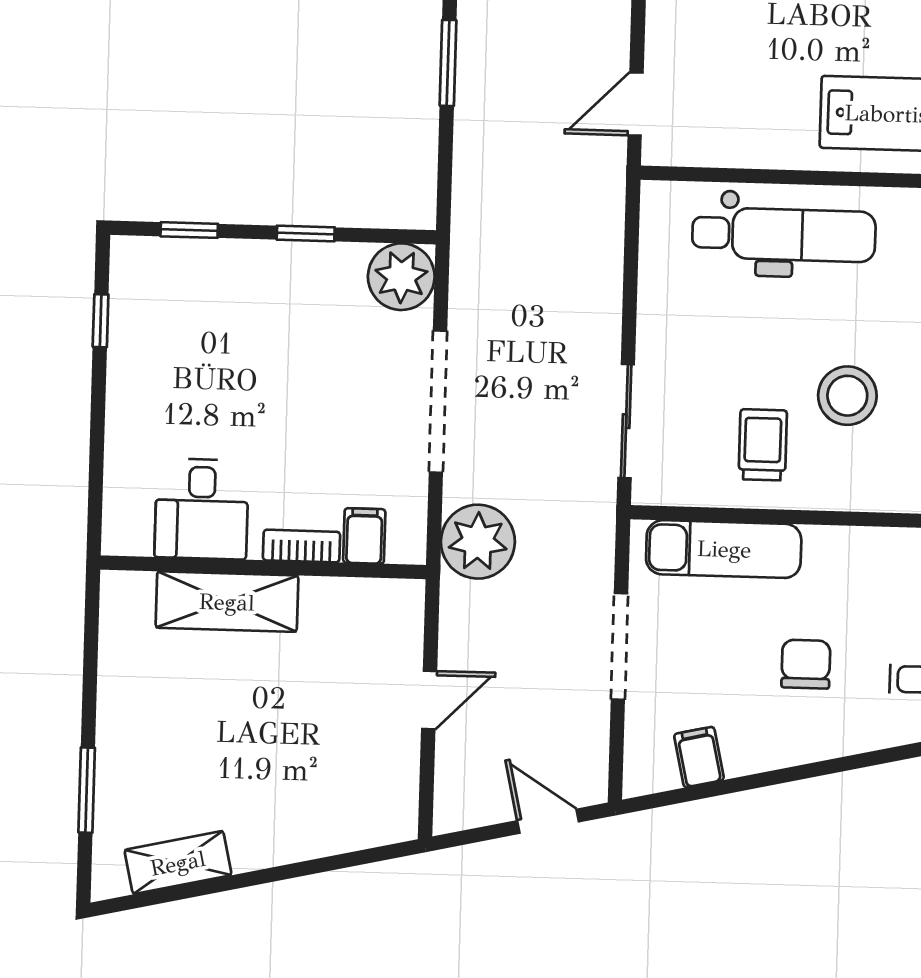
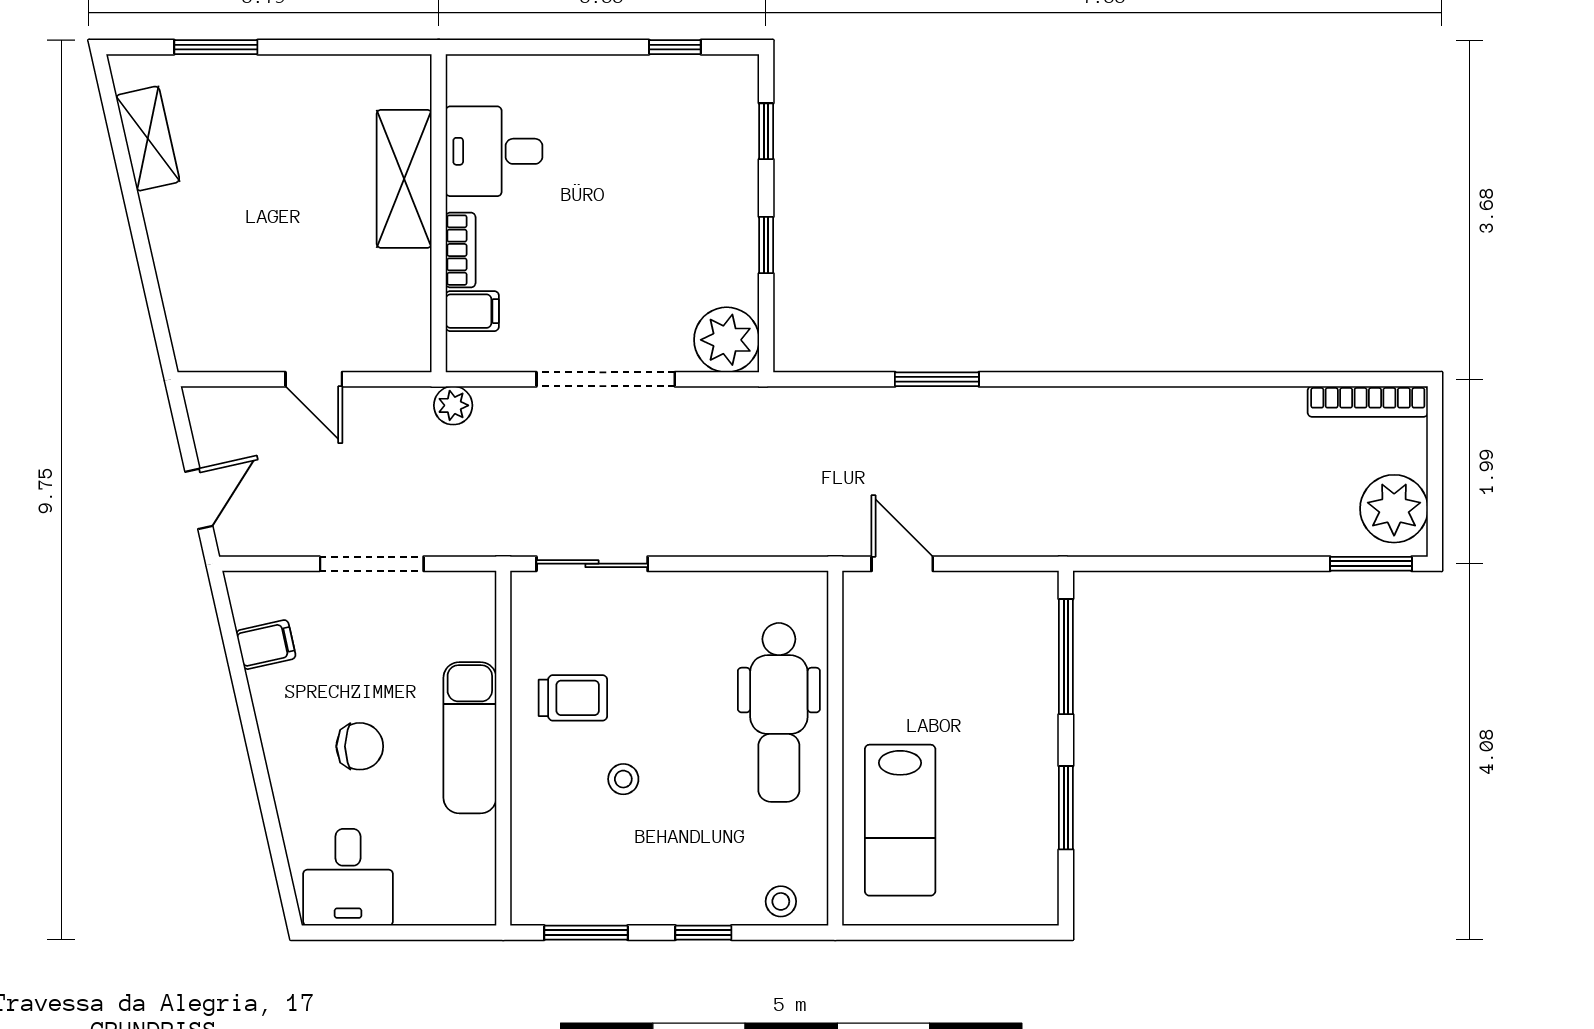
stool: (847, 396) -> (623, 779), width x0.53, depth x0.53
plant: (478, 542) -> (453, 405), width x0.53, depth x0.53
exam couch: (724, 549) -> (470, 738), moved

